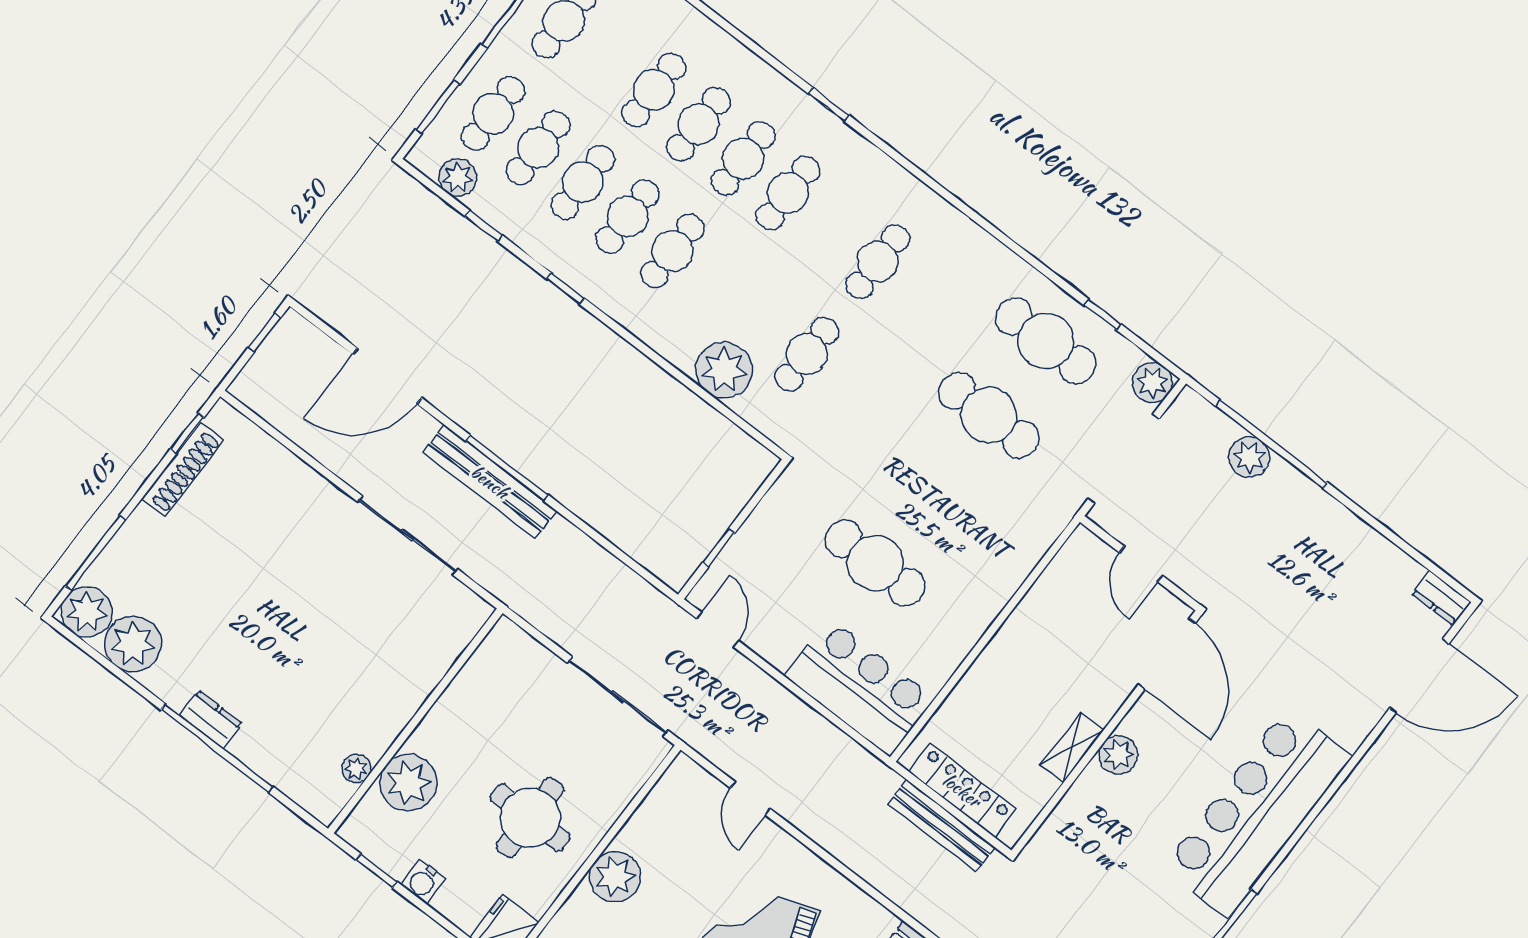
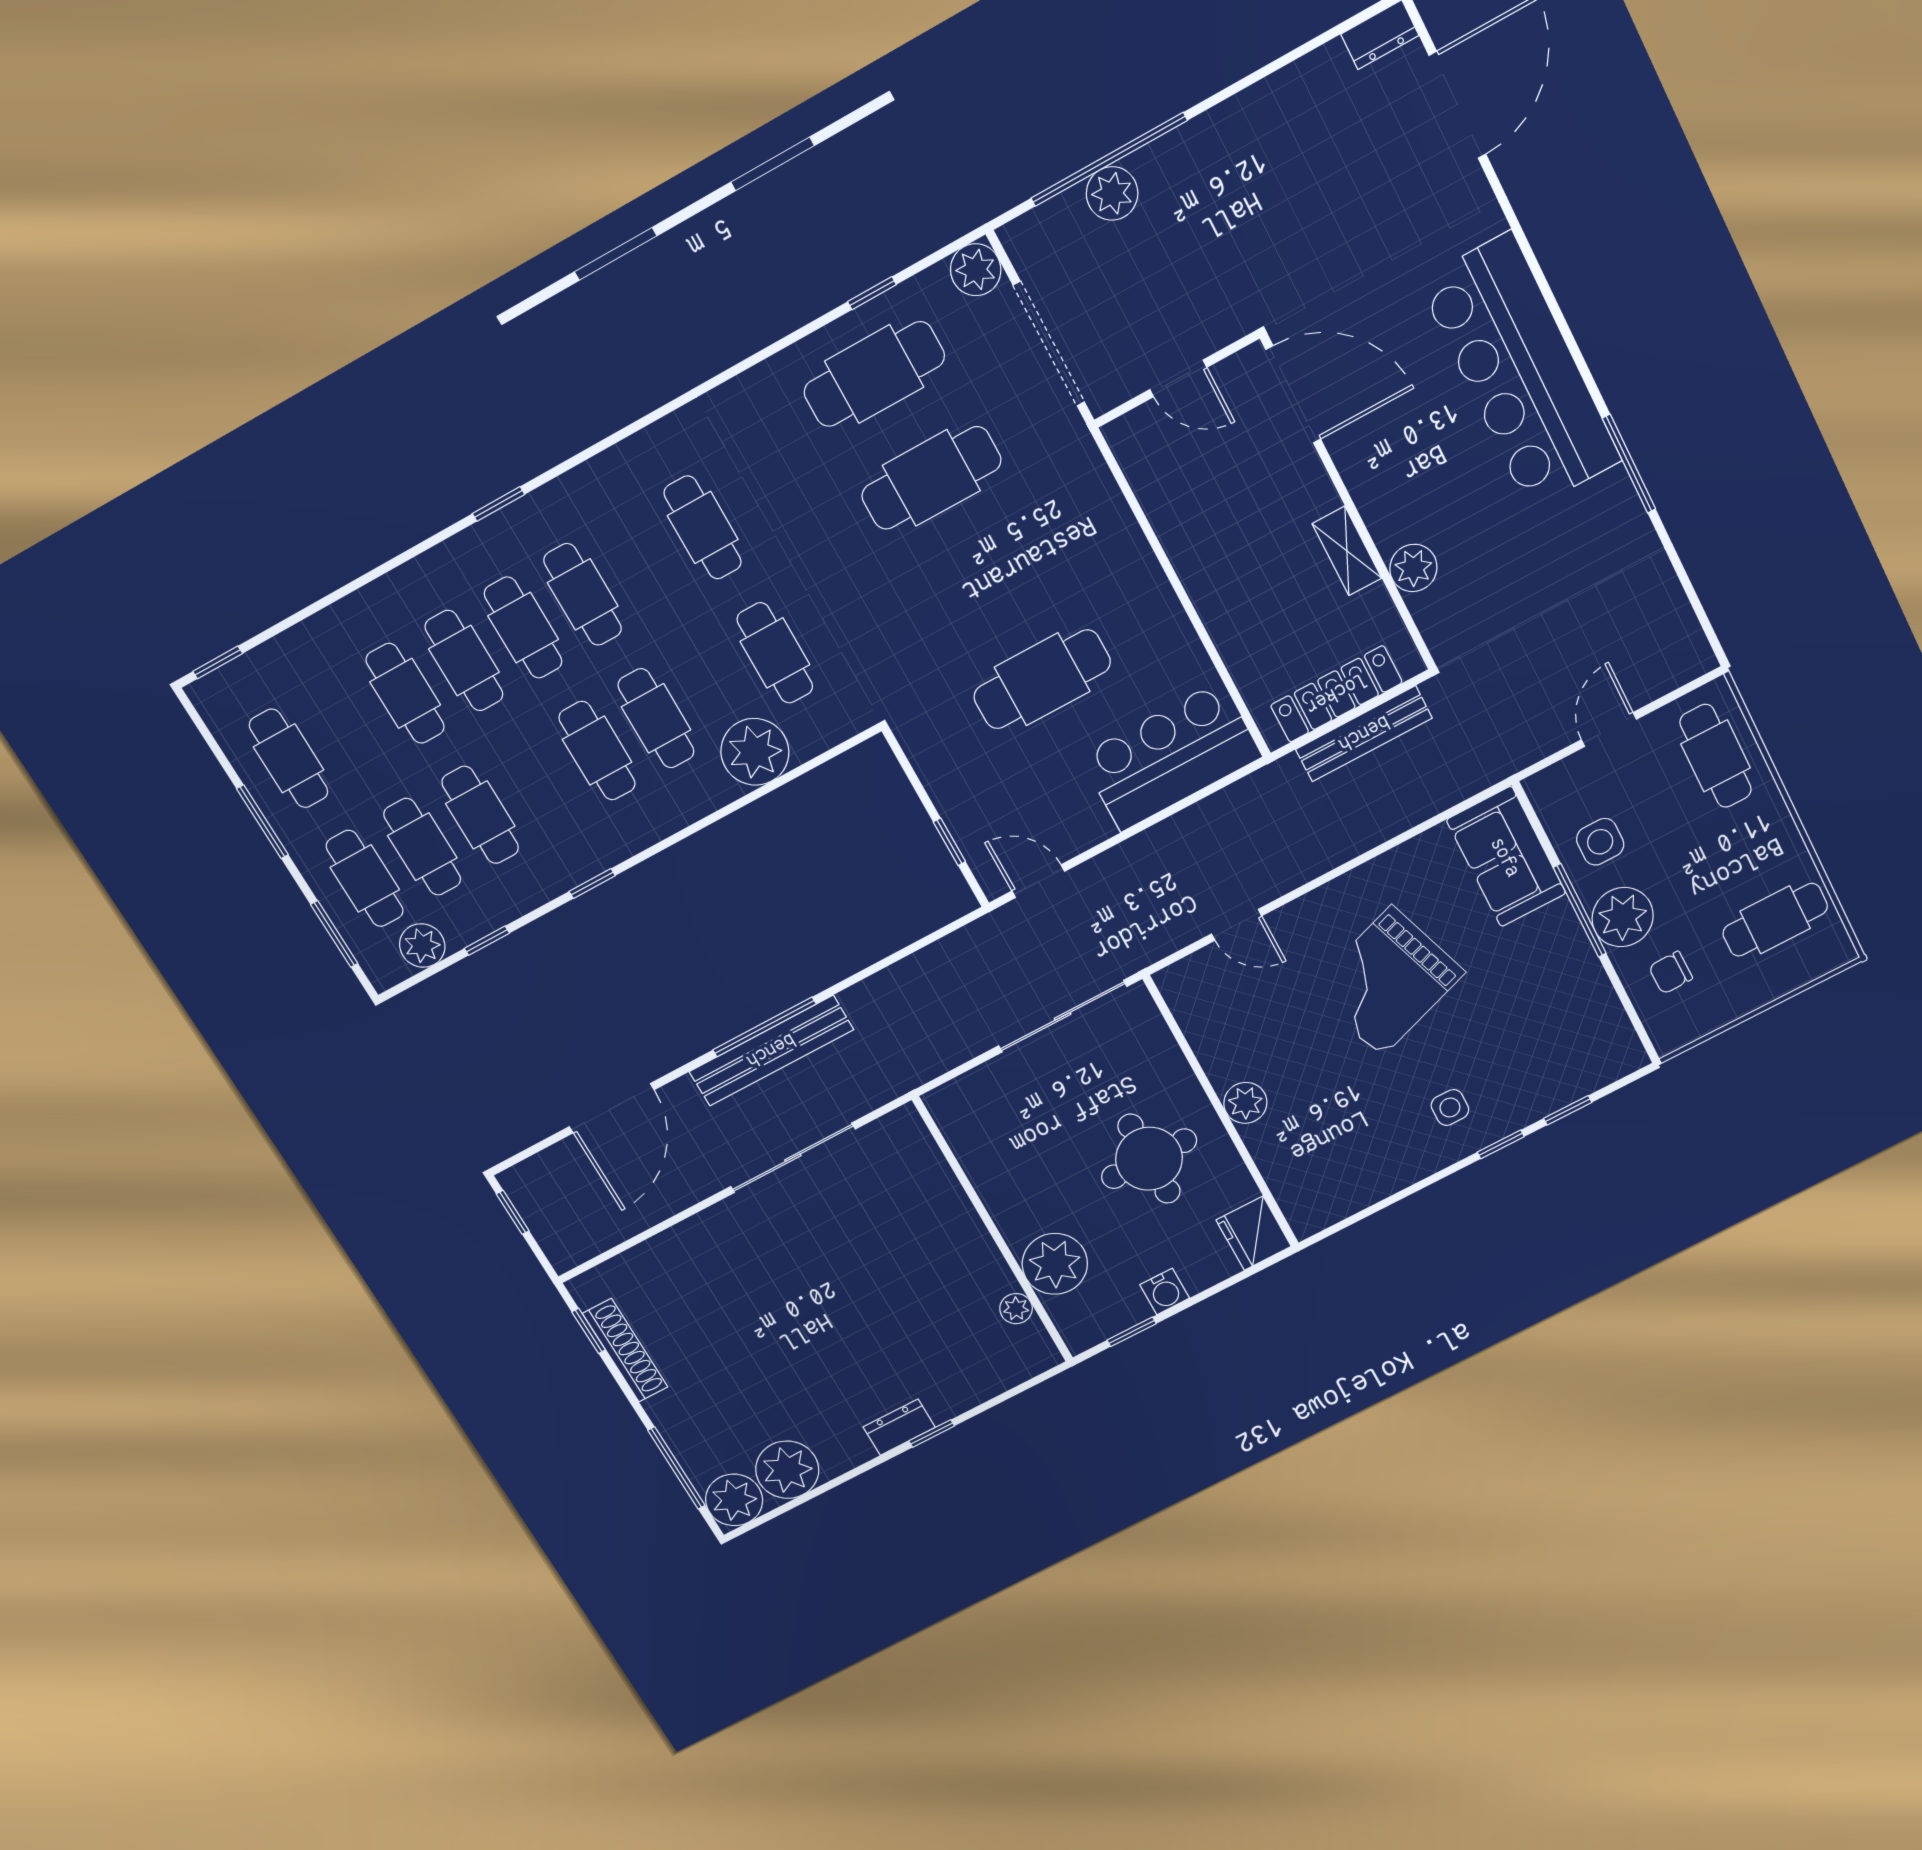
cafe table: (628, 217) -> (656, 718), moved
window: (217, 748) -> (932, 1433), width x0.32
plant: (1118, 755) -> (1413, 568), moved
plant: (615, 877) -> (1245, 1103), width x0.73, depth x0.73

